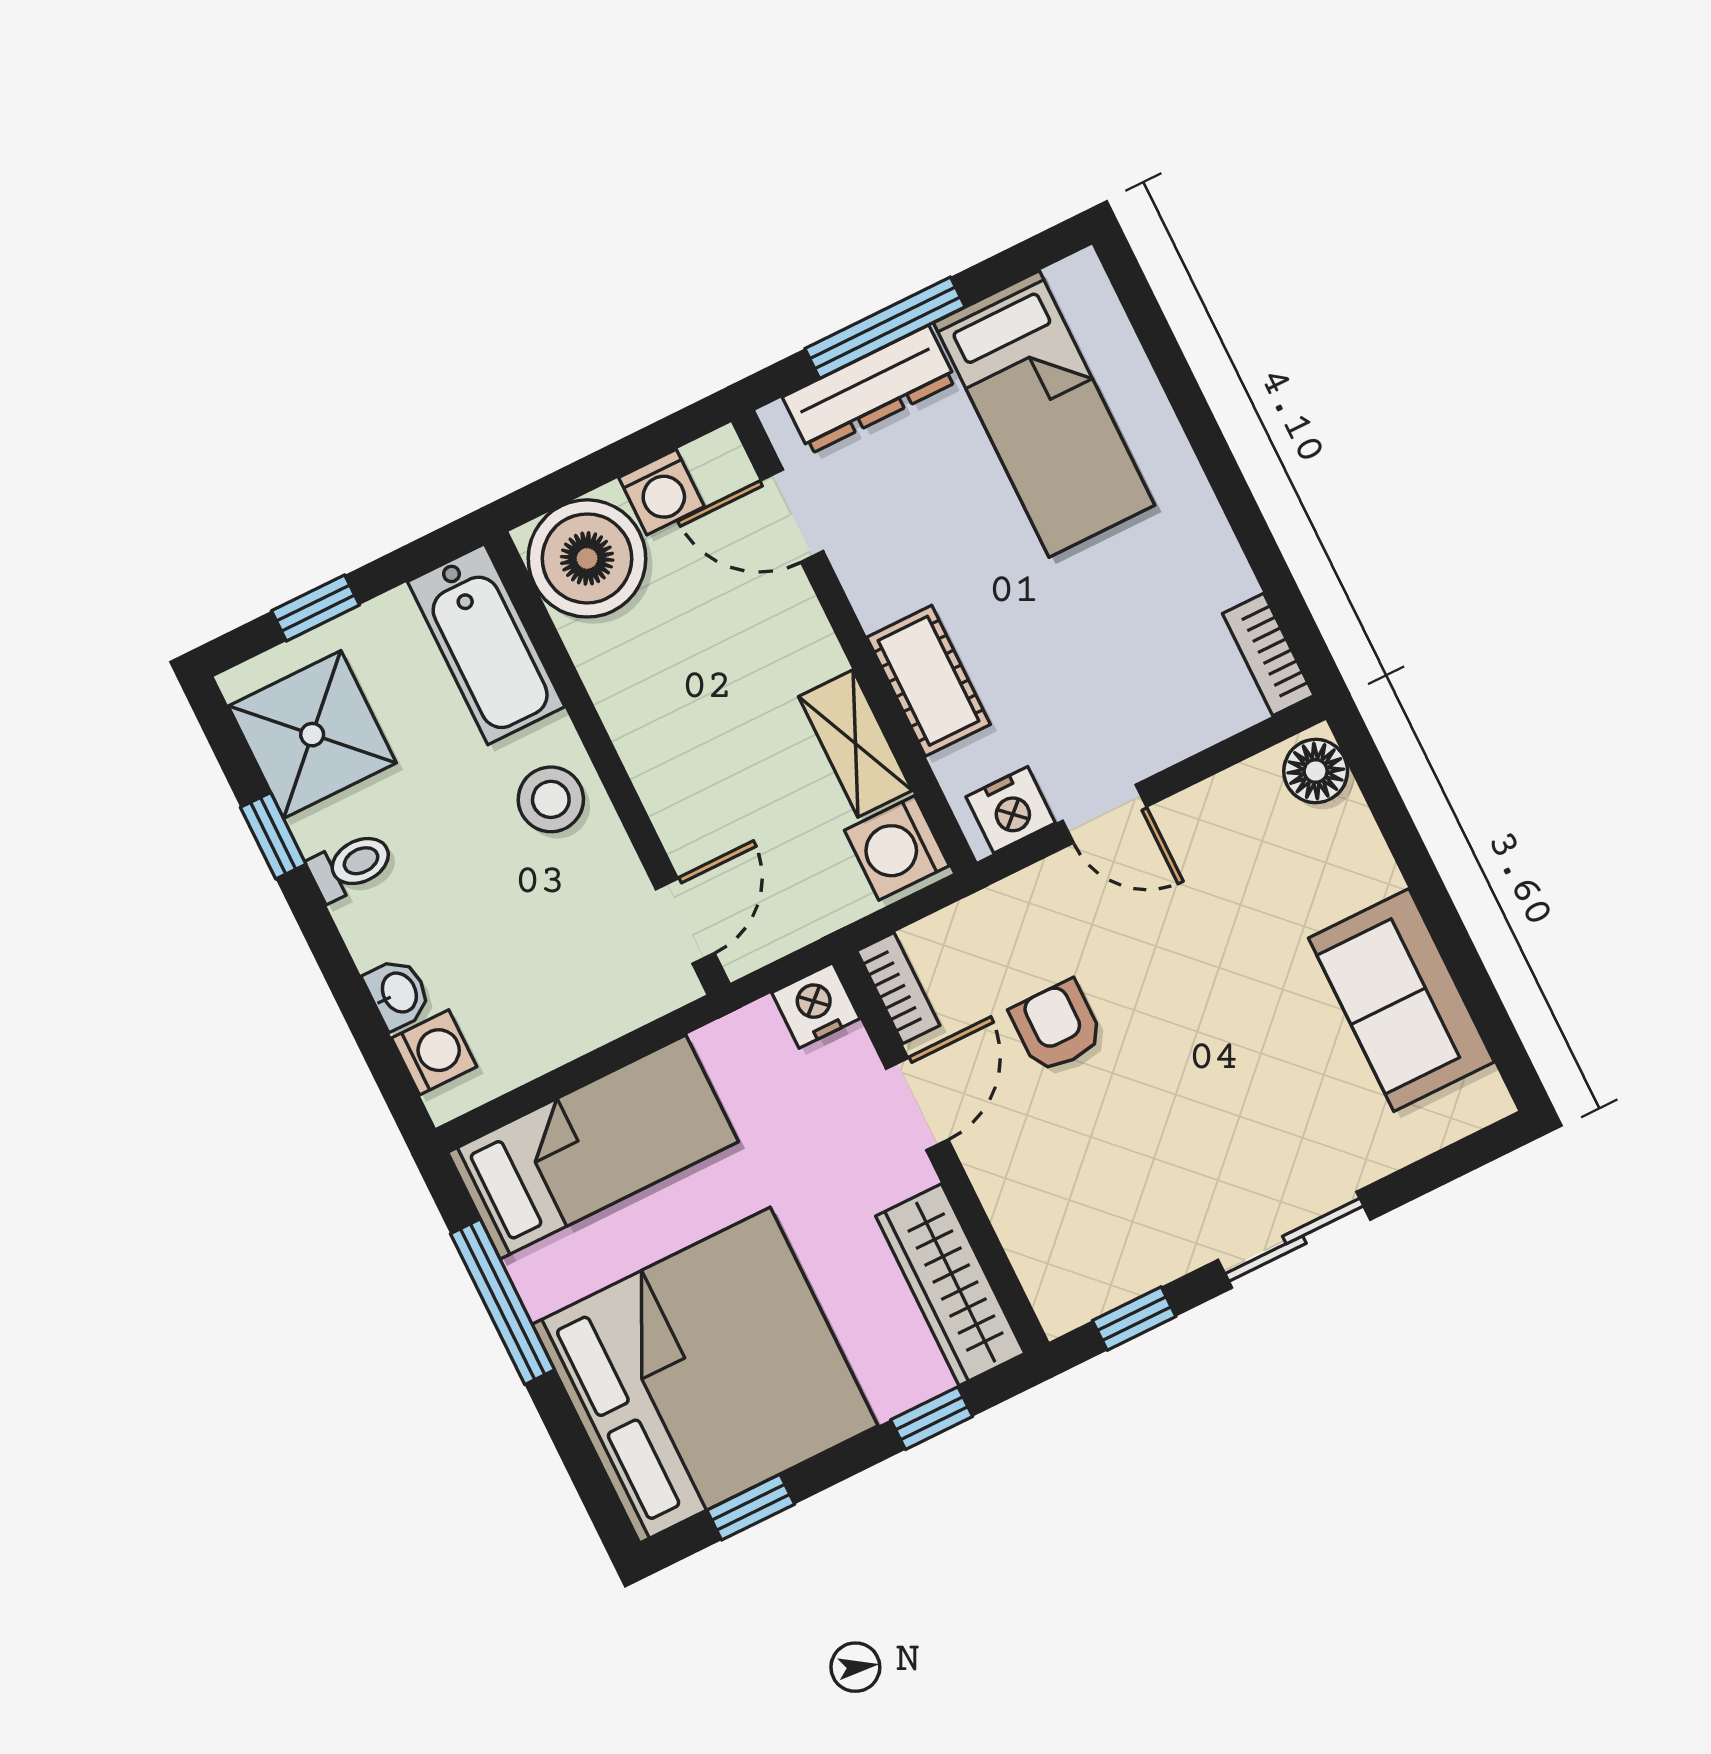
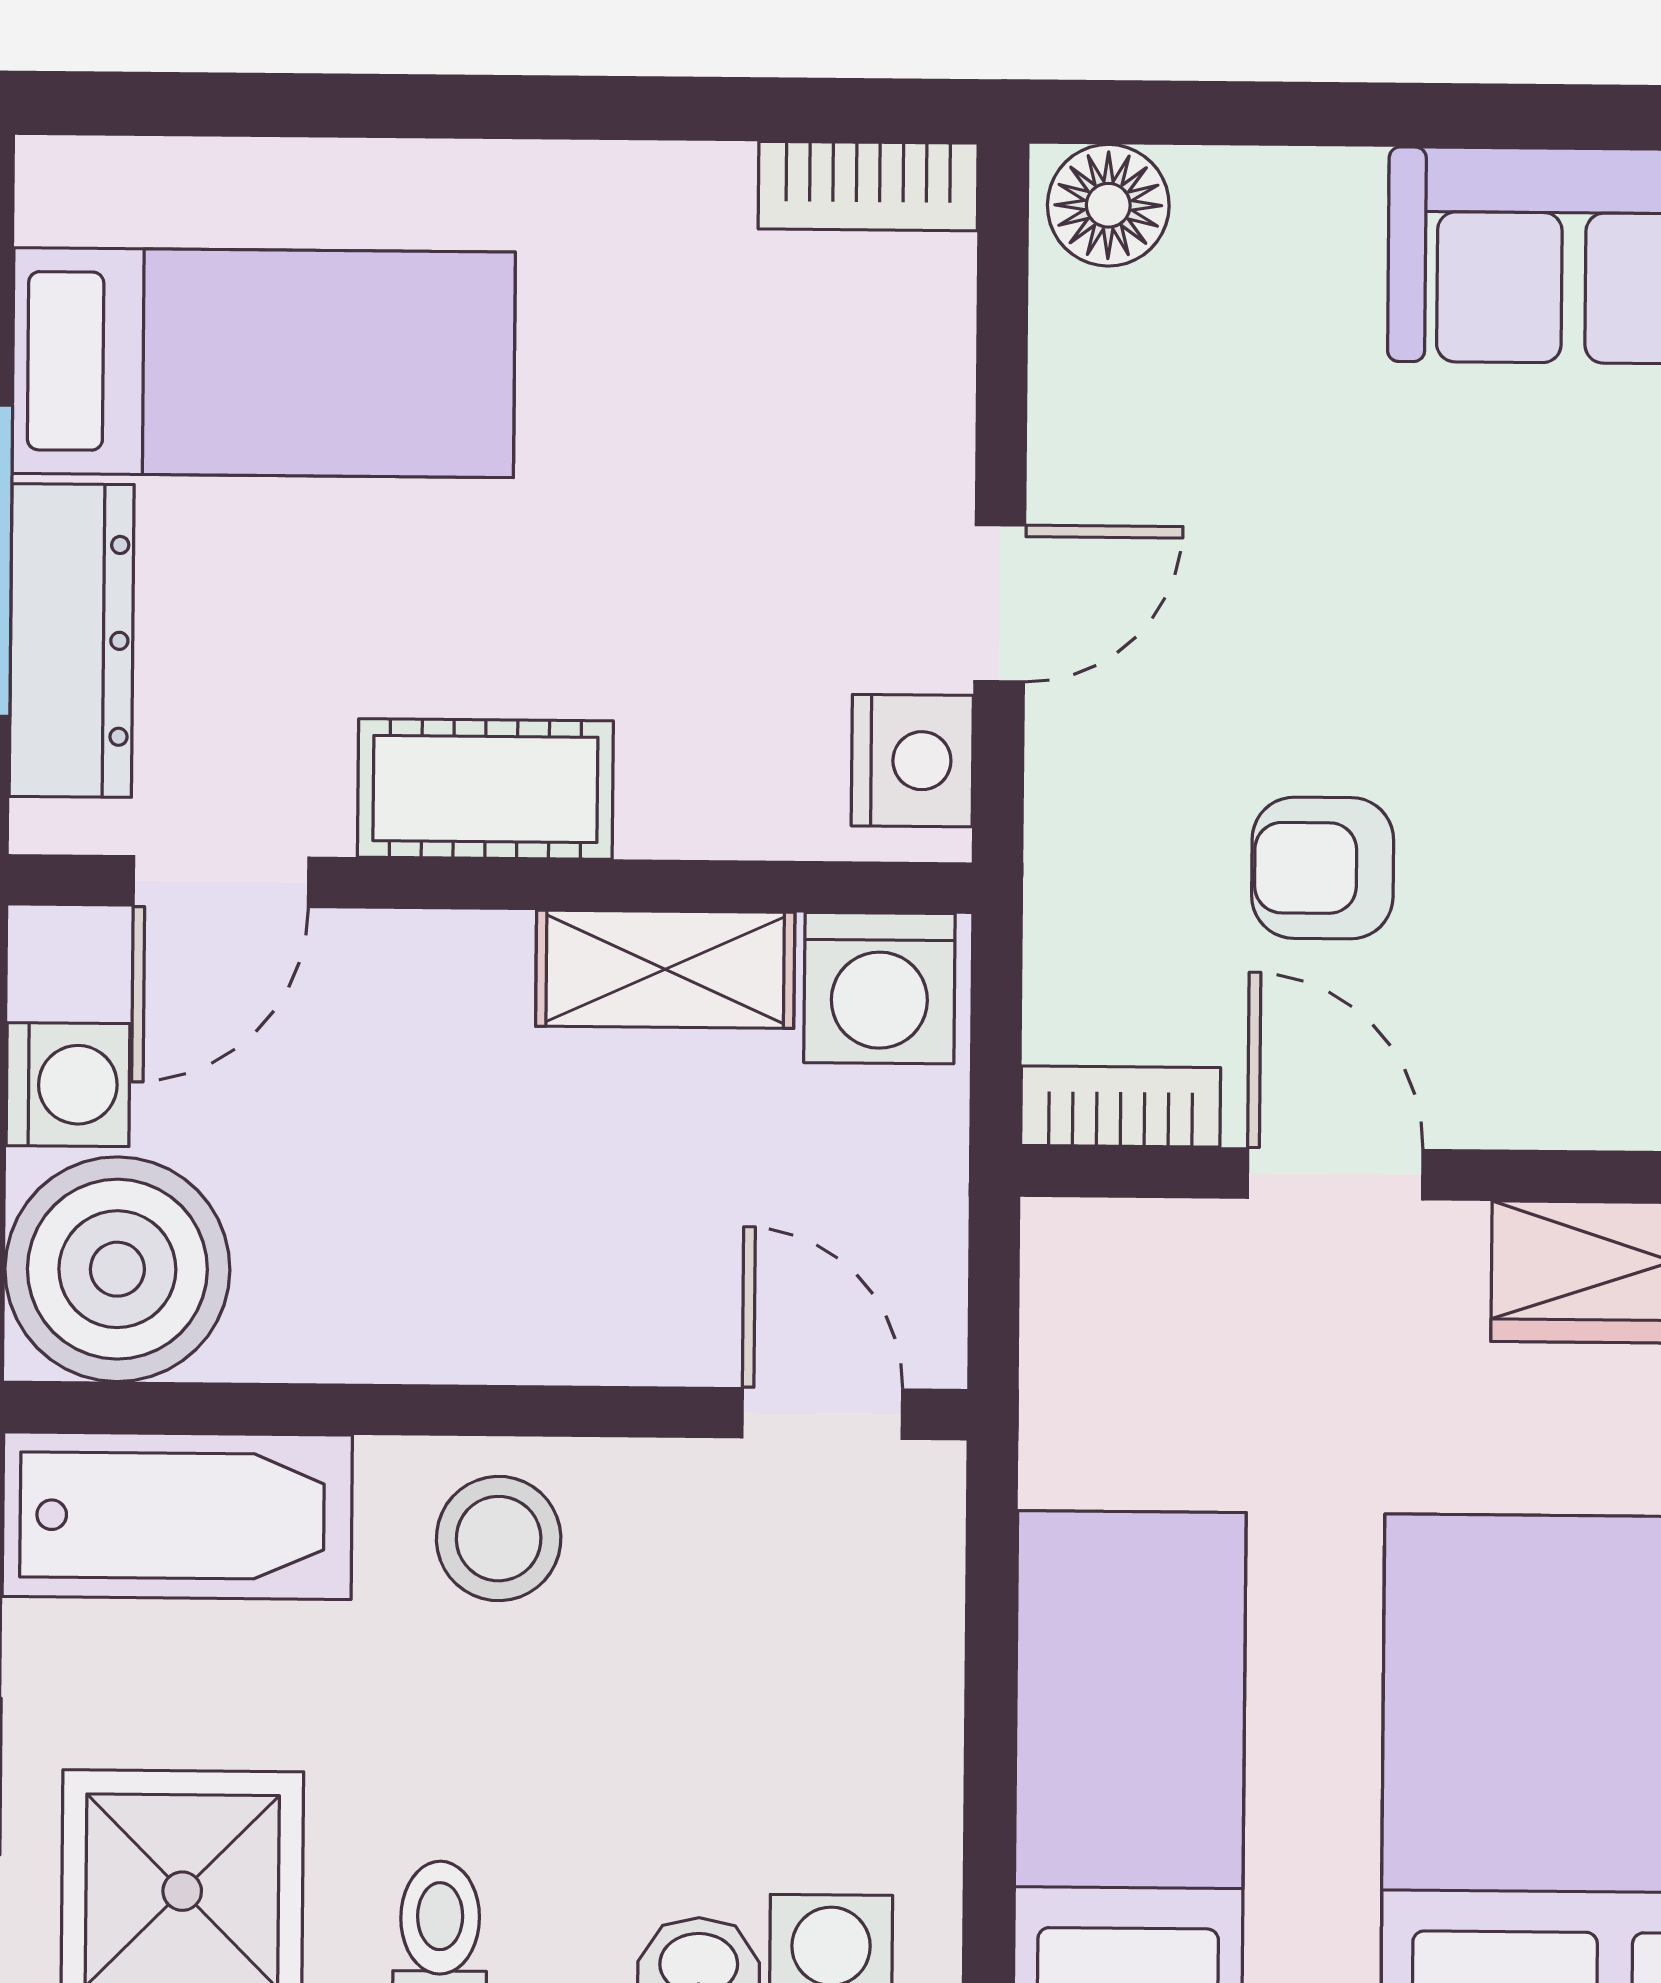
cot: (928, 681) -> (485, 789), moved
nightstand: (816, 1006) -> (1079, 1262), removed

